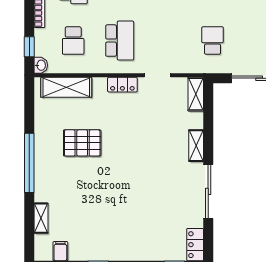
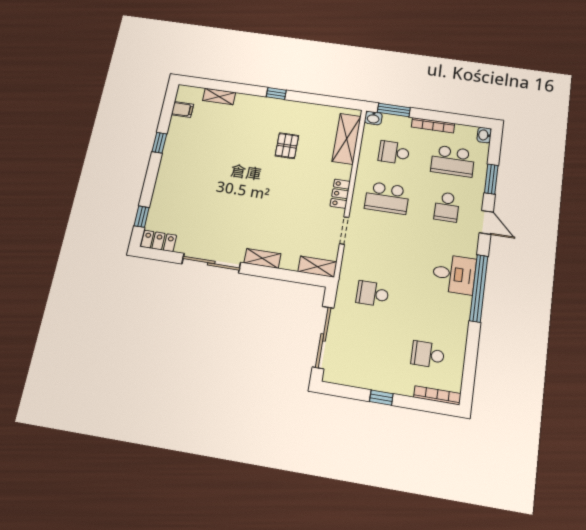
school desk: (213, 41) -> (372, 294), turned 180
window: (29, 47) -> (394, 110), width x1.50
pallet: (82, 143) -> (287, 146), width x0.67, depth x0.71
window: (29, 163) -> (276, 93), width x0.32

